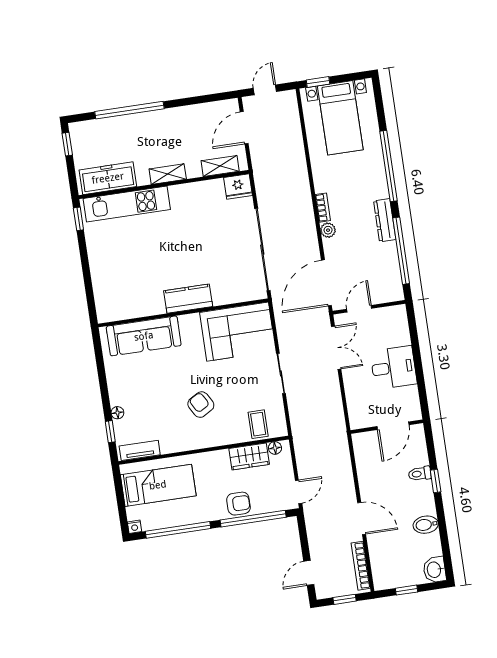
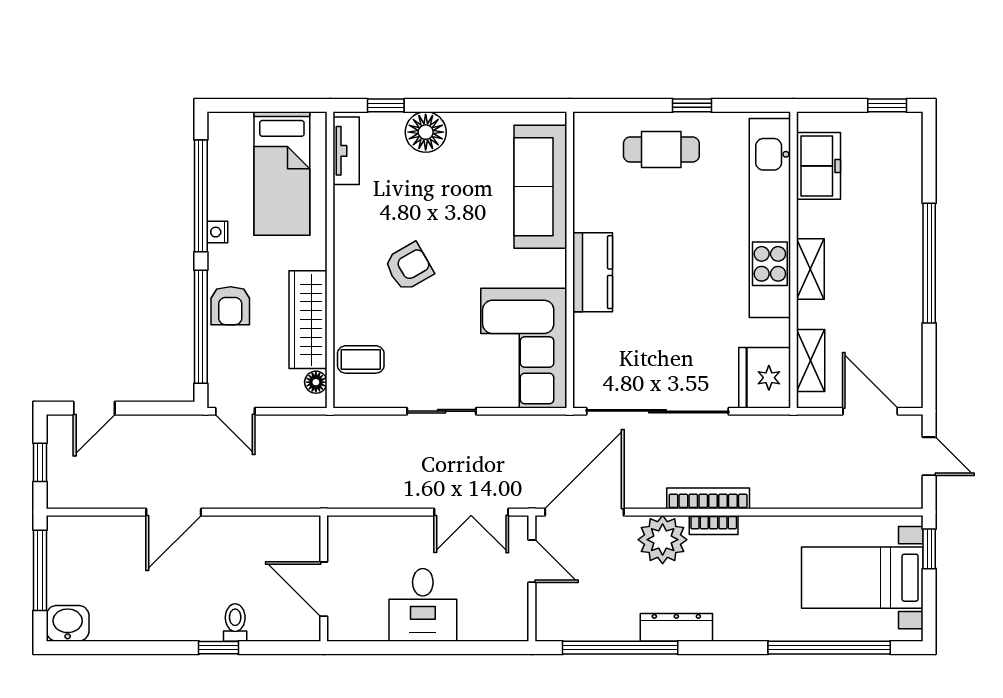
window: (129, 110) -> (929, 263), moved
window: (388, 166) -> (829, 648), moved
freezer: (108, 178) -> (818, 166), width x0.71
fridge: (238, 187) -> (765, 378), width x1.36, depth x1.34
kitchen unit: (127, 204) -> (770, 218), width x1.36
window: (78, 219) -> (692, 105), moved
plant: (328, 230) -> (663, 540), width x1.87, depth x1.87
cafe table: (112, 270) -> (661, 150), added
door: (326, 283) -> (584, 512), hinge flipped
floor lamp: (117, 413) -> (426, 132), width x1.89, depth x1.89
wardrobe: (249, 456) -> (308, 320), width x1.50
bidet: (426, 525) -> (147, 620), removed
nightstand: (135, 527) -> (217, 232), moved
bookcase: (361, 566) -> (708, 498), moved
door: (309, 573) -> (94, 408), swing flipped
window: (407, 590) -> (40, 570), width x2.17

